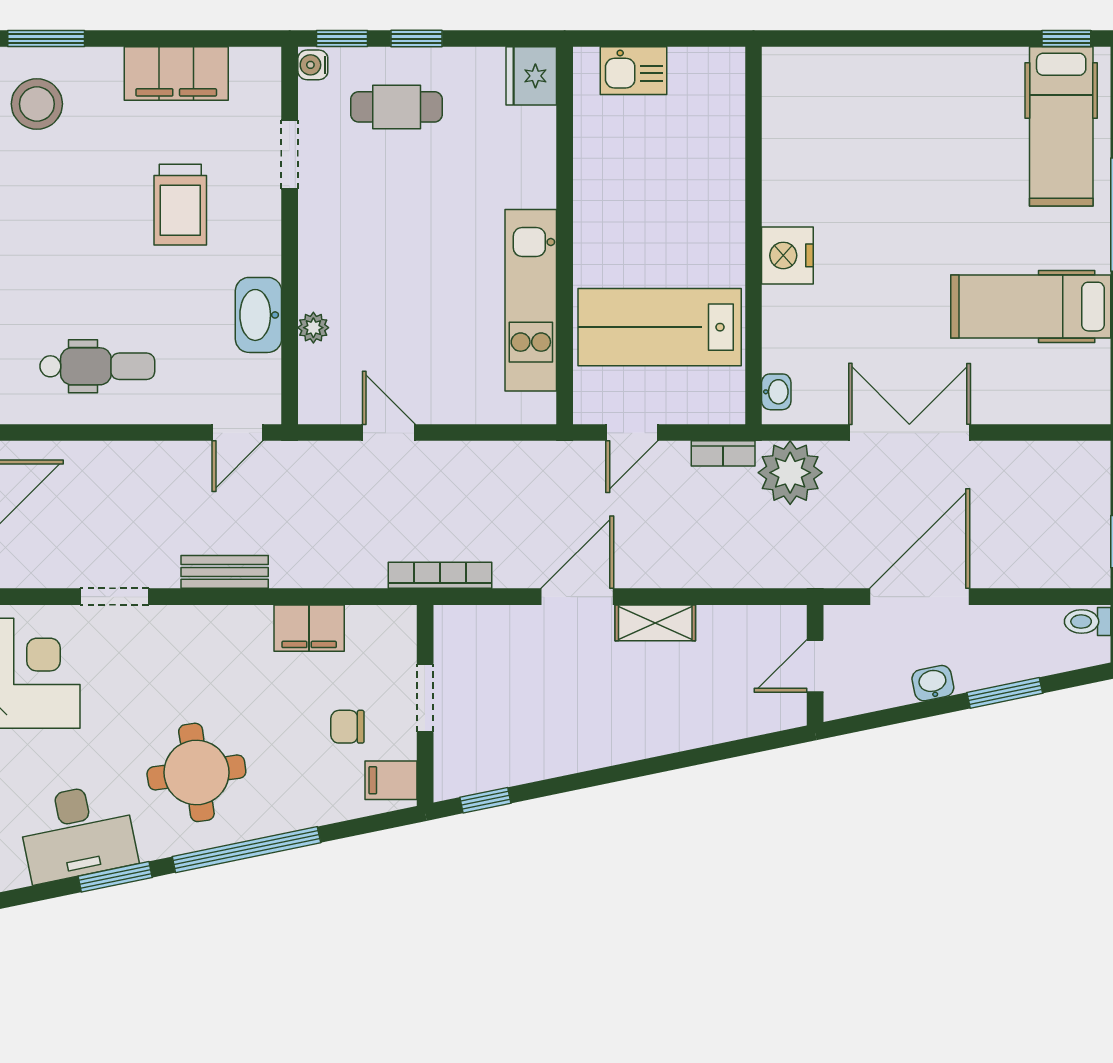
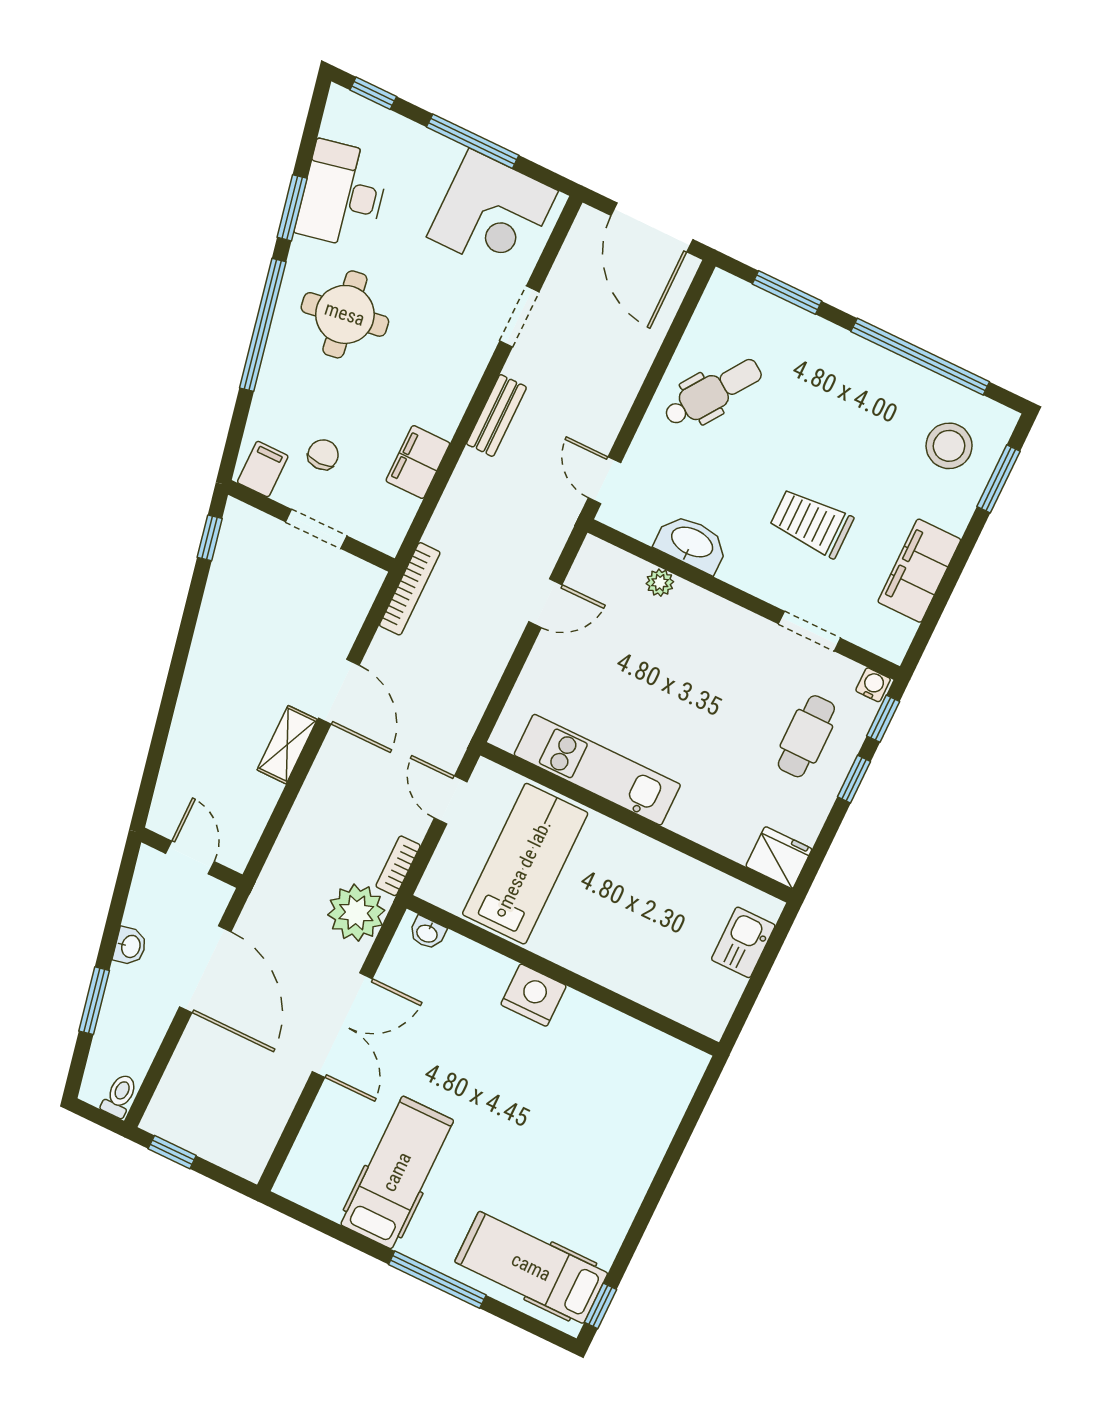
dental chair: (97, 366) -> (713, 393), turned -145

